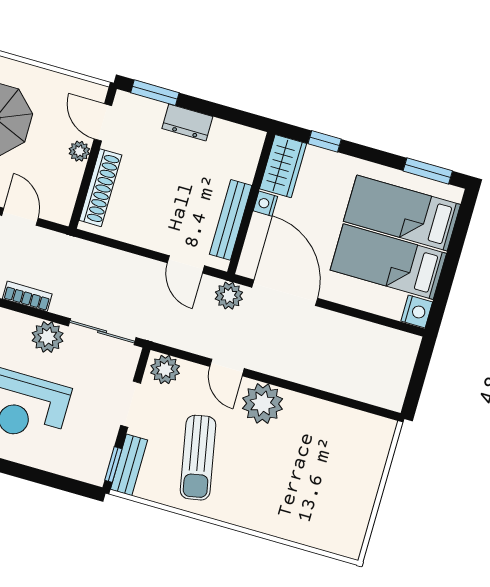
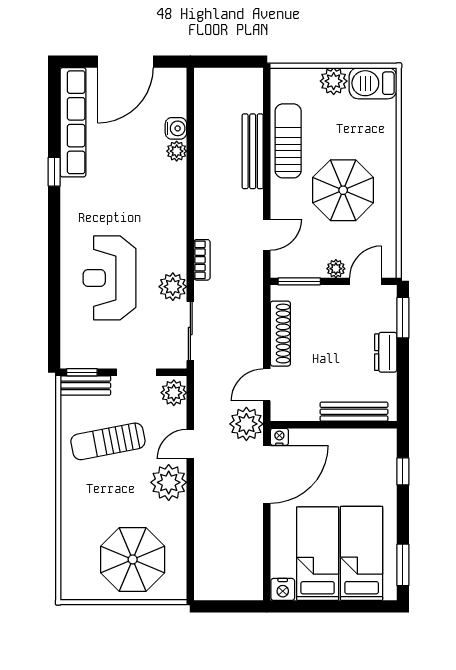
wardrobe: (283, 166) -> (372, 443), removed
shoe rack: (100, 188) -> (280, 334), moved, turned -90
window: (82, 196) -> (299, 281), added
nightstand: (265, 204) -> (279, 437), moved
bench: (231, 220) -> (354, 412), moved
plant: (229, 296) -> (246, 424), width x1.36, depth x1.36
parasol: (336, 468) -> (133, 559), added

